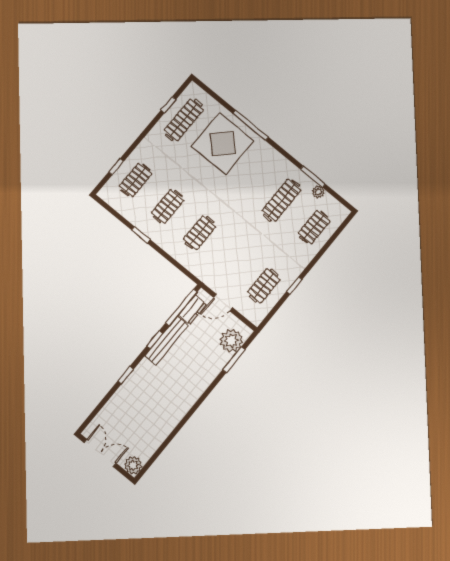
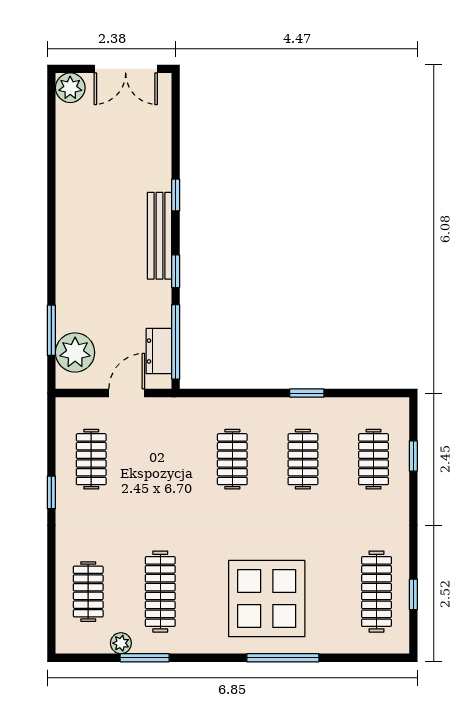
display table: (223, 144) -> (267, 598), moved
bench: (167, 341) -> (159, 236), moved

